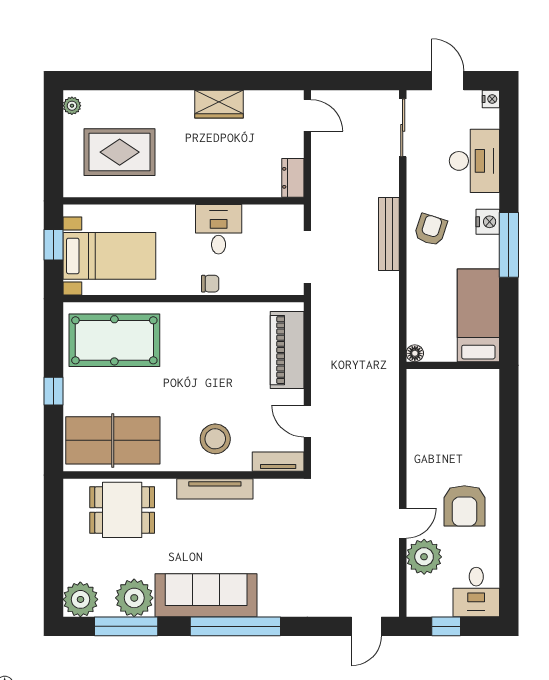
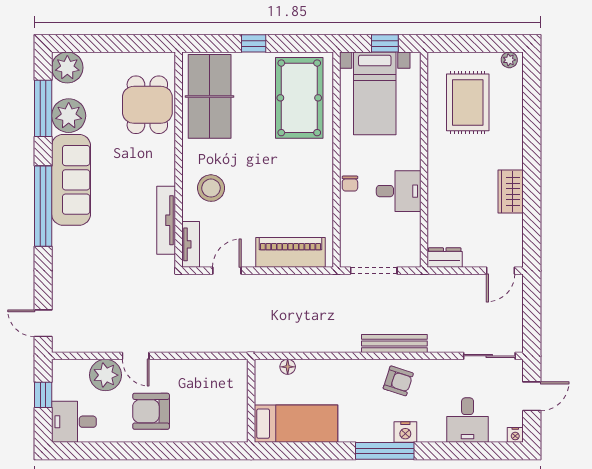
desk: (474, 161) -> (468, 420), width x0.73
bed: (478, 315) -> (296, 424), moved
wall: (453, 365) -> (251, 401), moved
tv unit: (215, 489) -> (166, 220), moved

